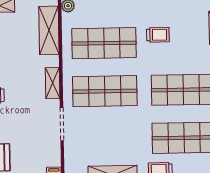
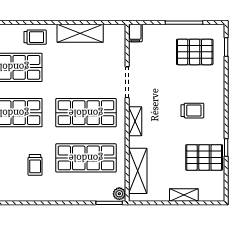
trolley: (158, 35) -> (35, 165), turned -90

